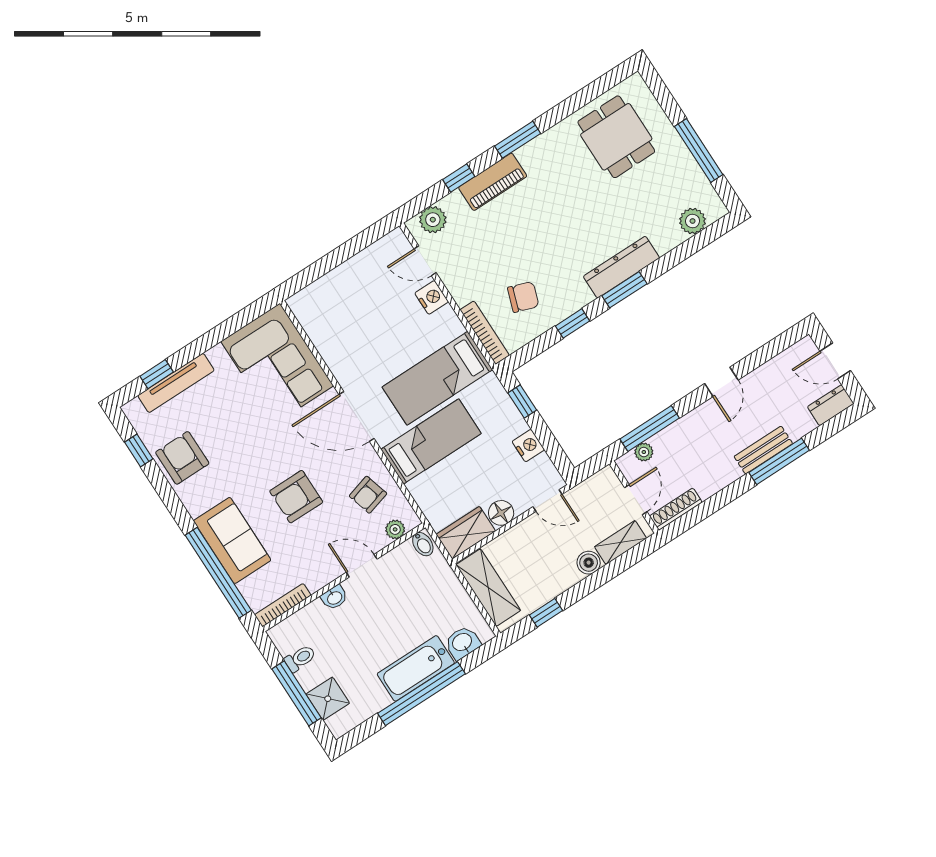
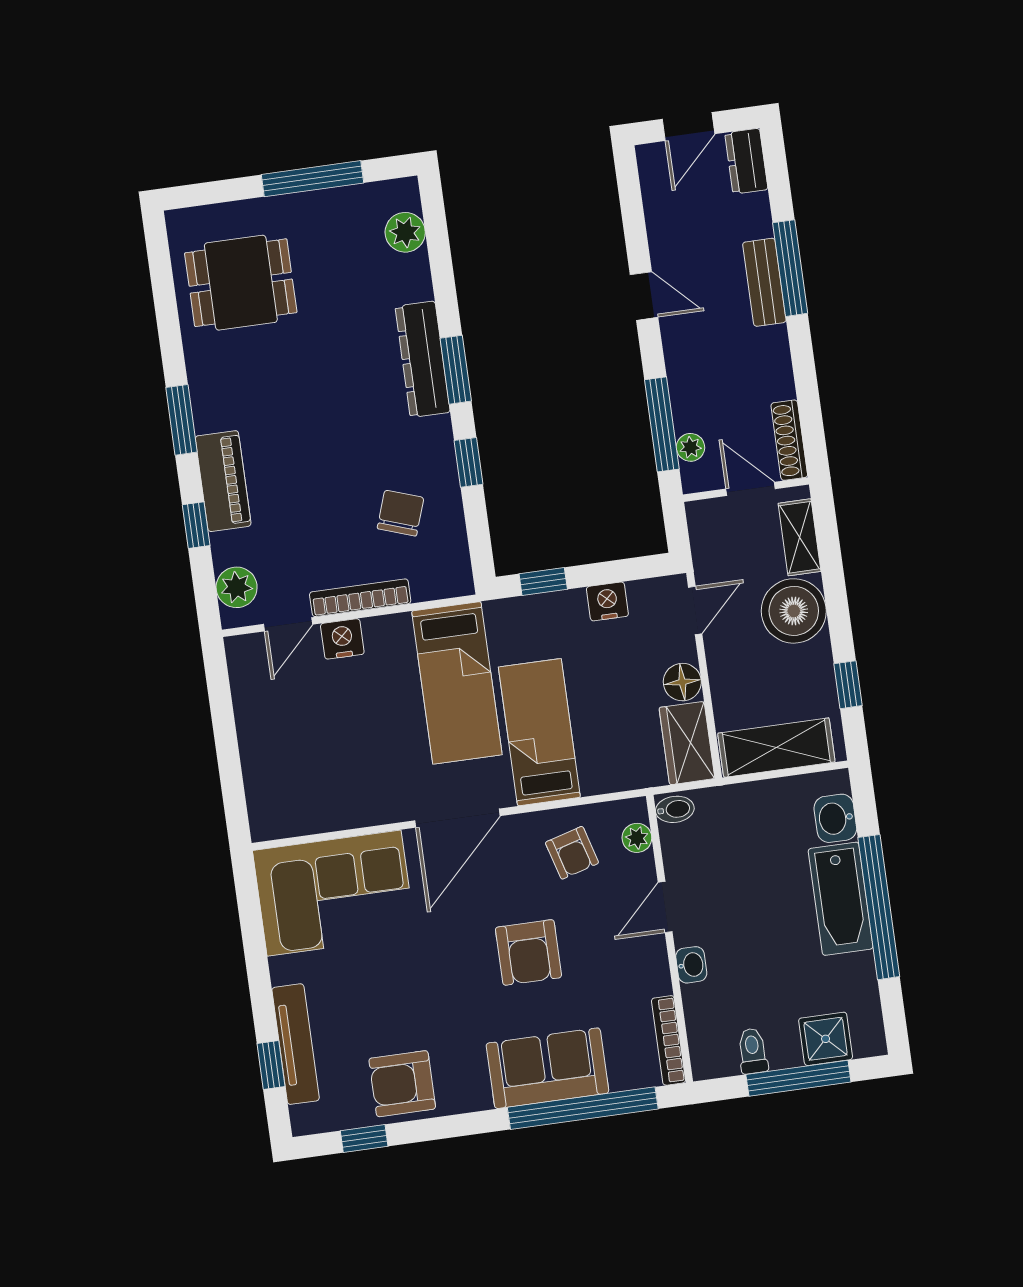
bookcase: (485, 333) -> (360, 598), moved
boiler: (589, 563) -> (794, 611), width x1.86, depth x1.86

